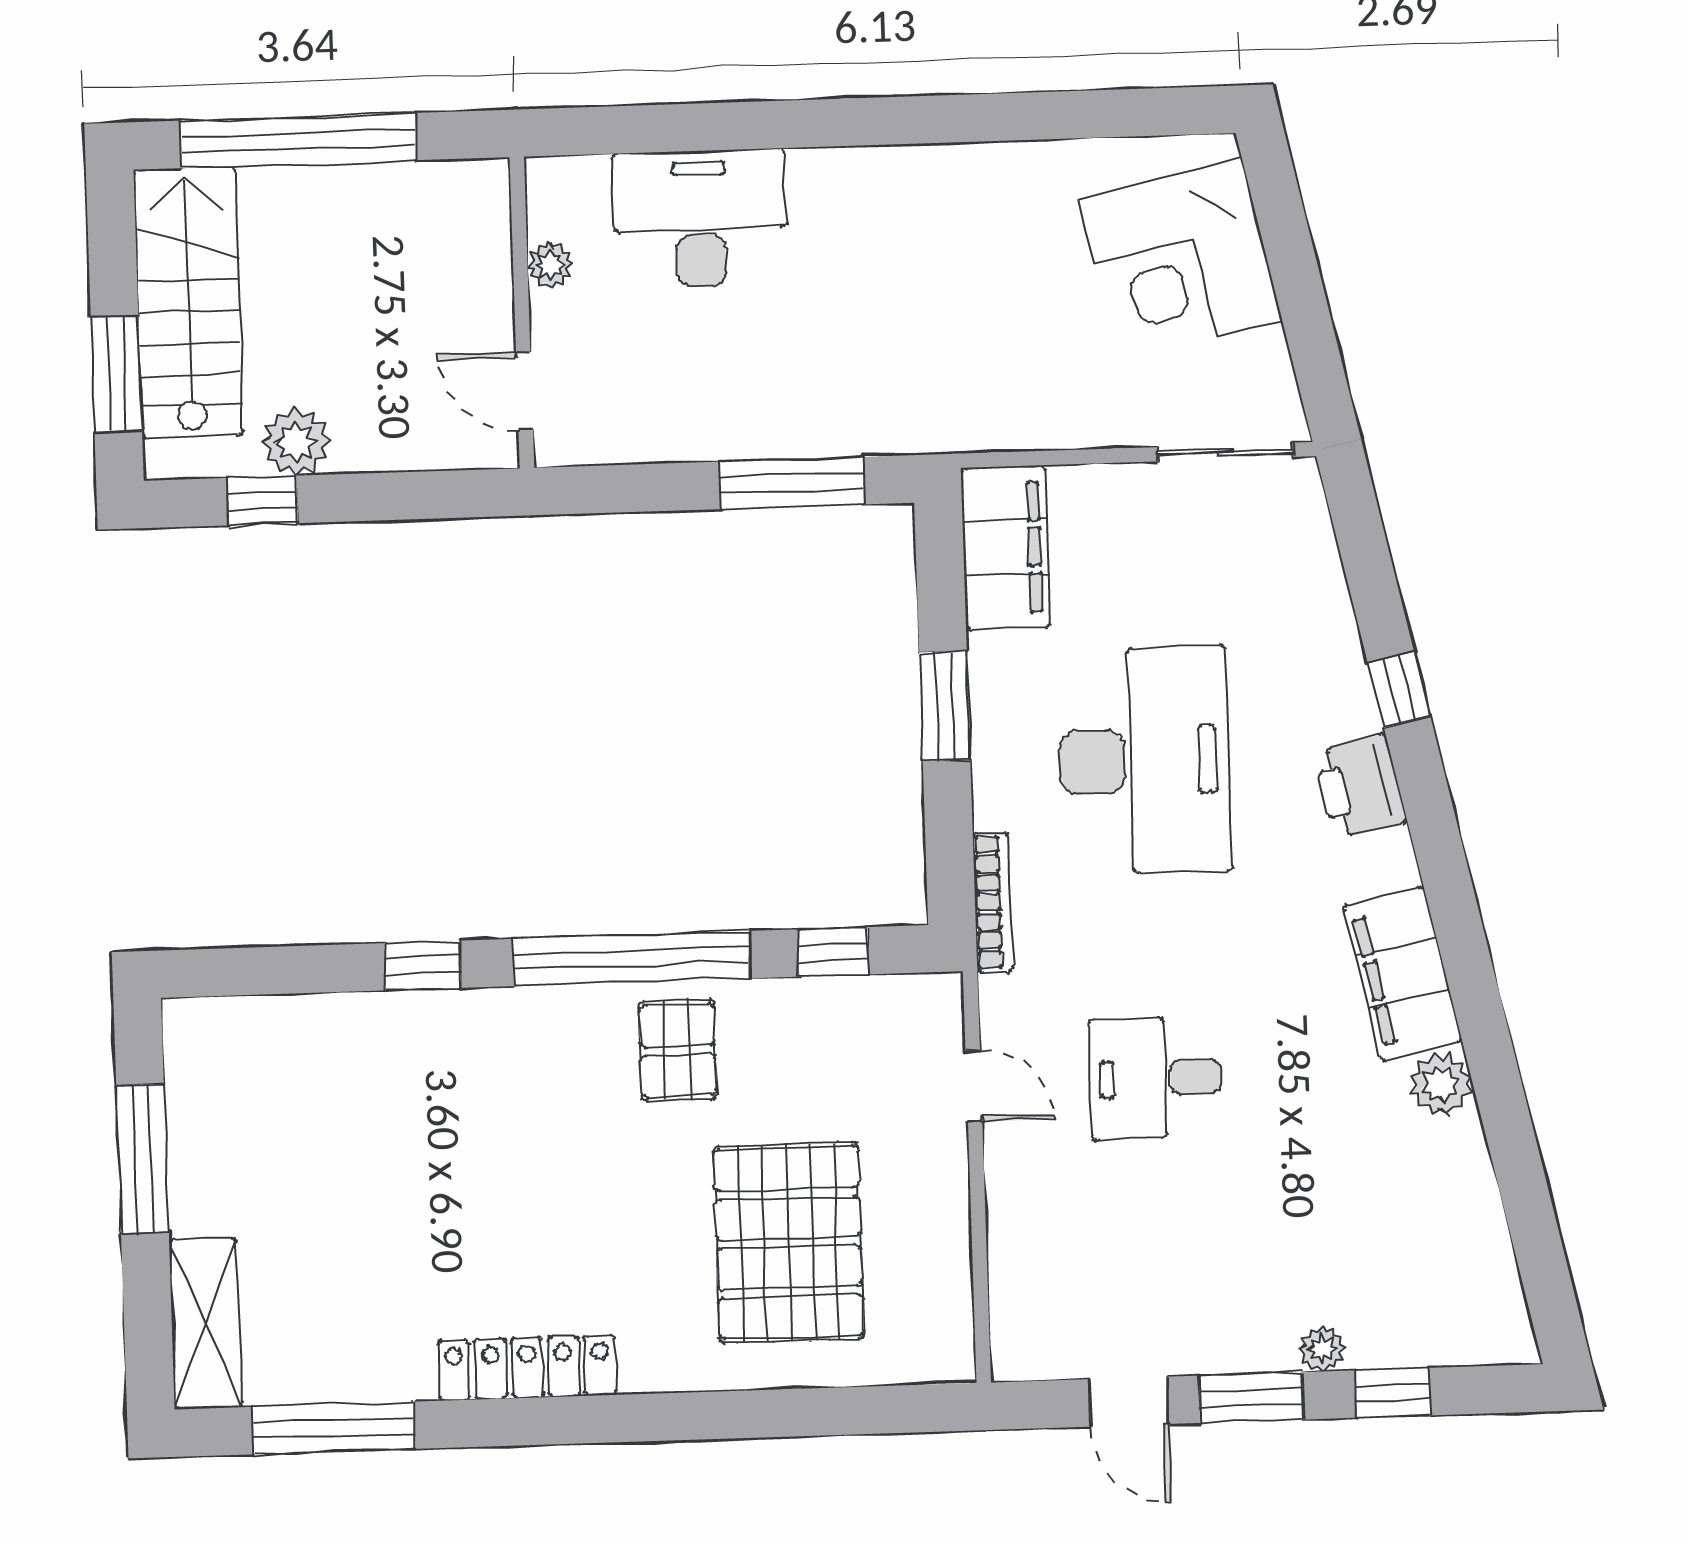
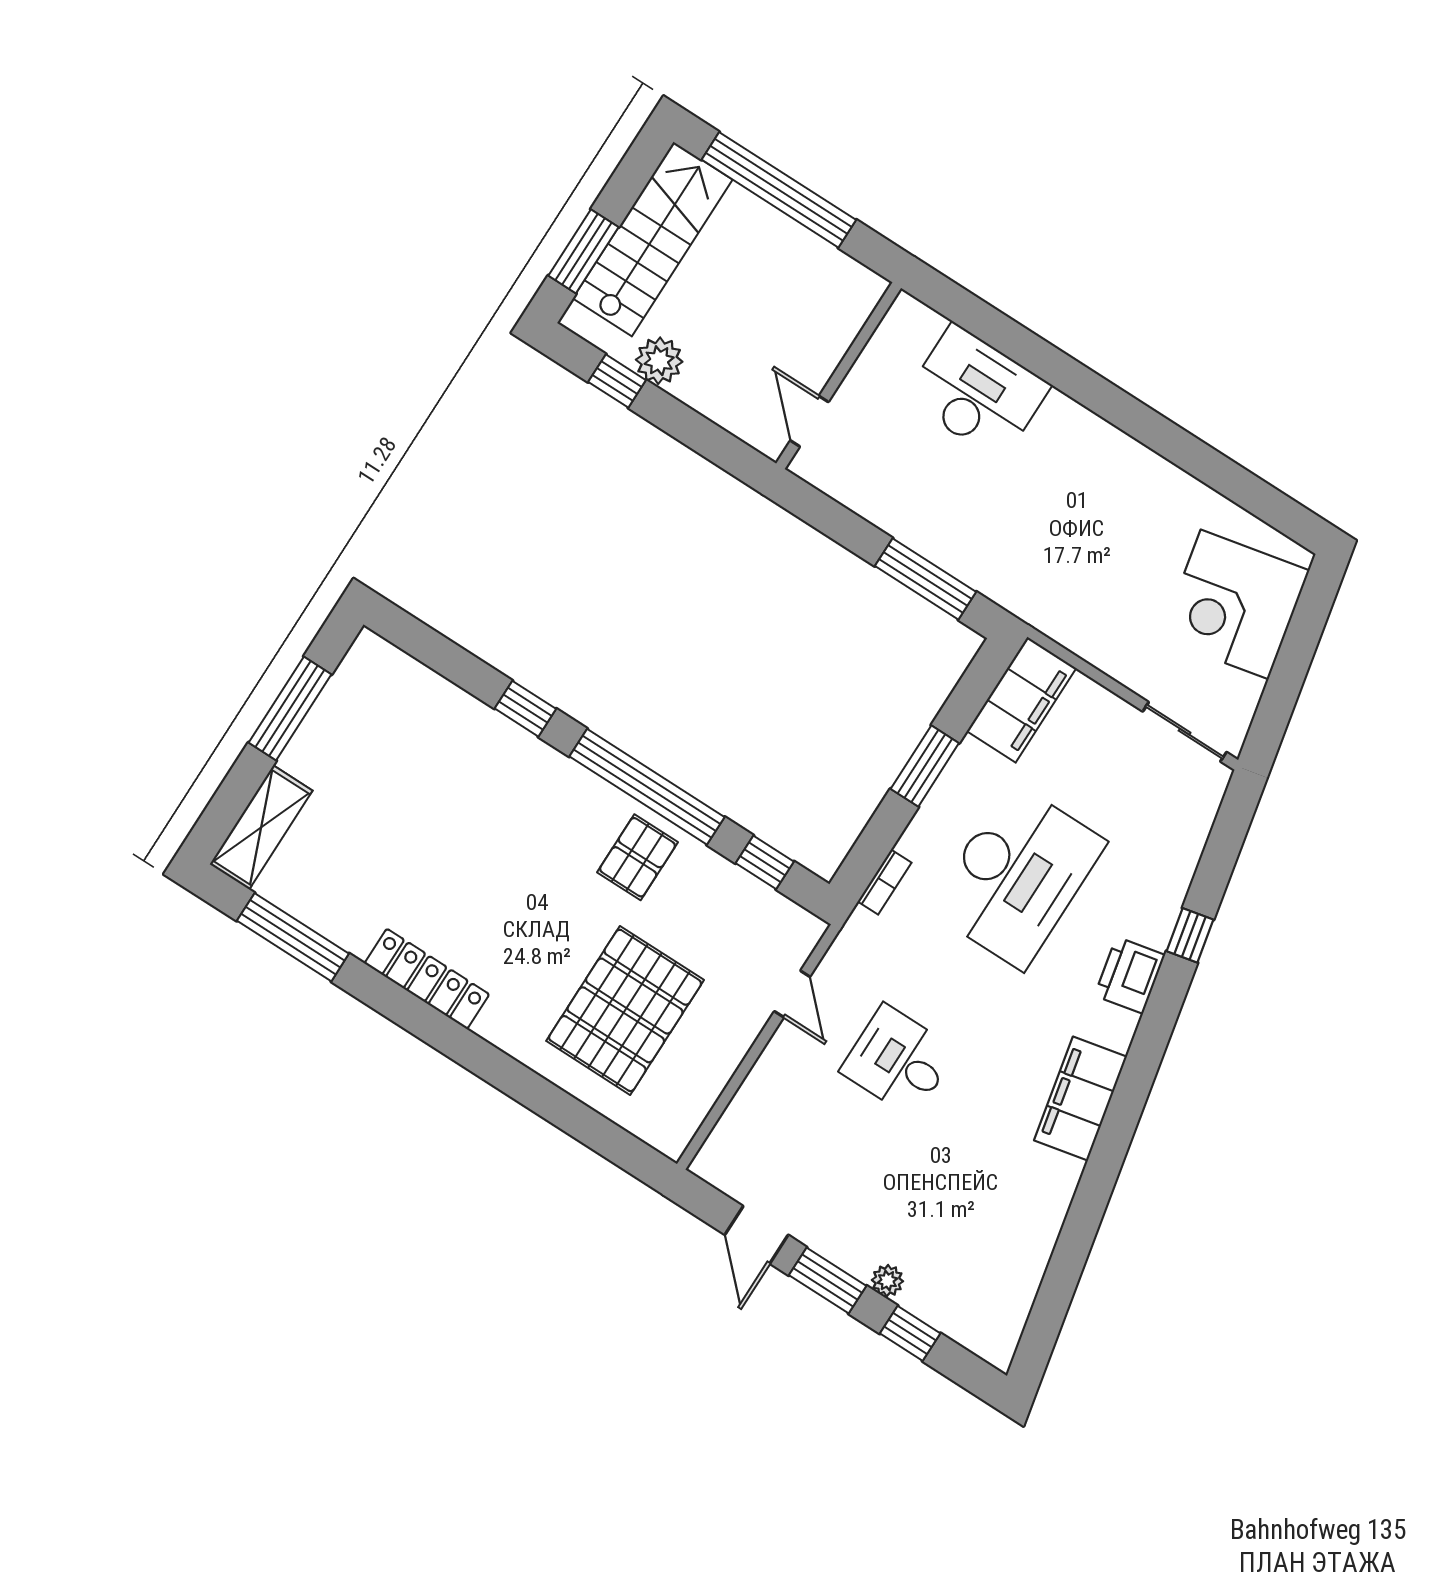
plant: (550, 265) -> (873, 360), removed
bookcase: (993, 902) -> (885, 882), width x0.64
plant: (1441, 1084) -> (1059, 1176), removed

